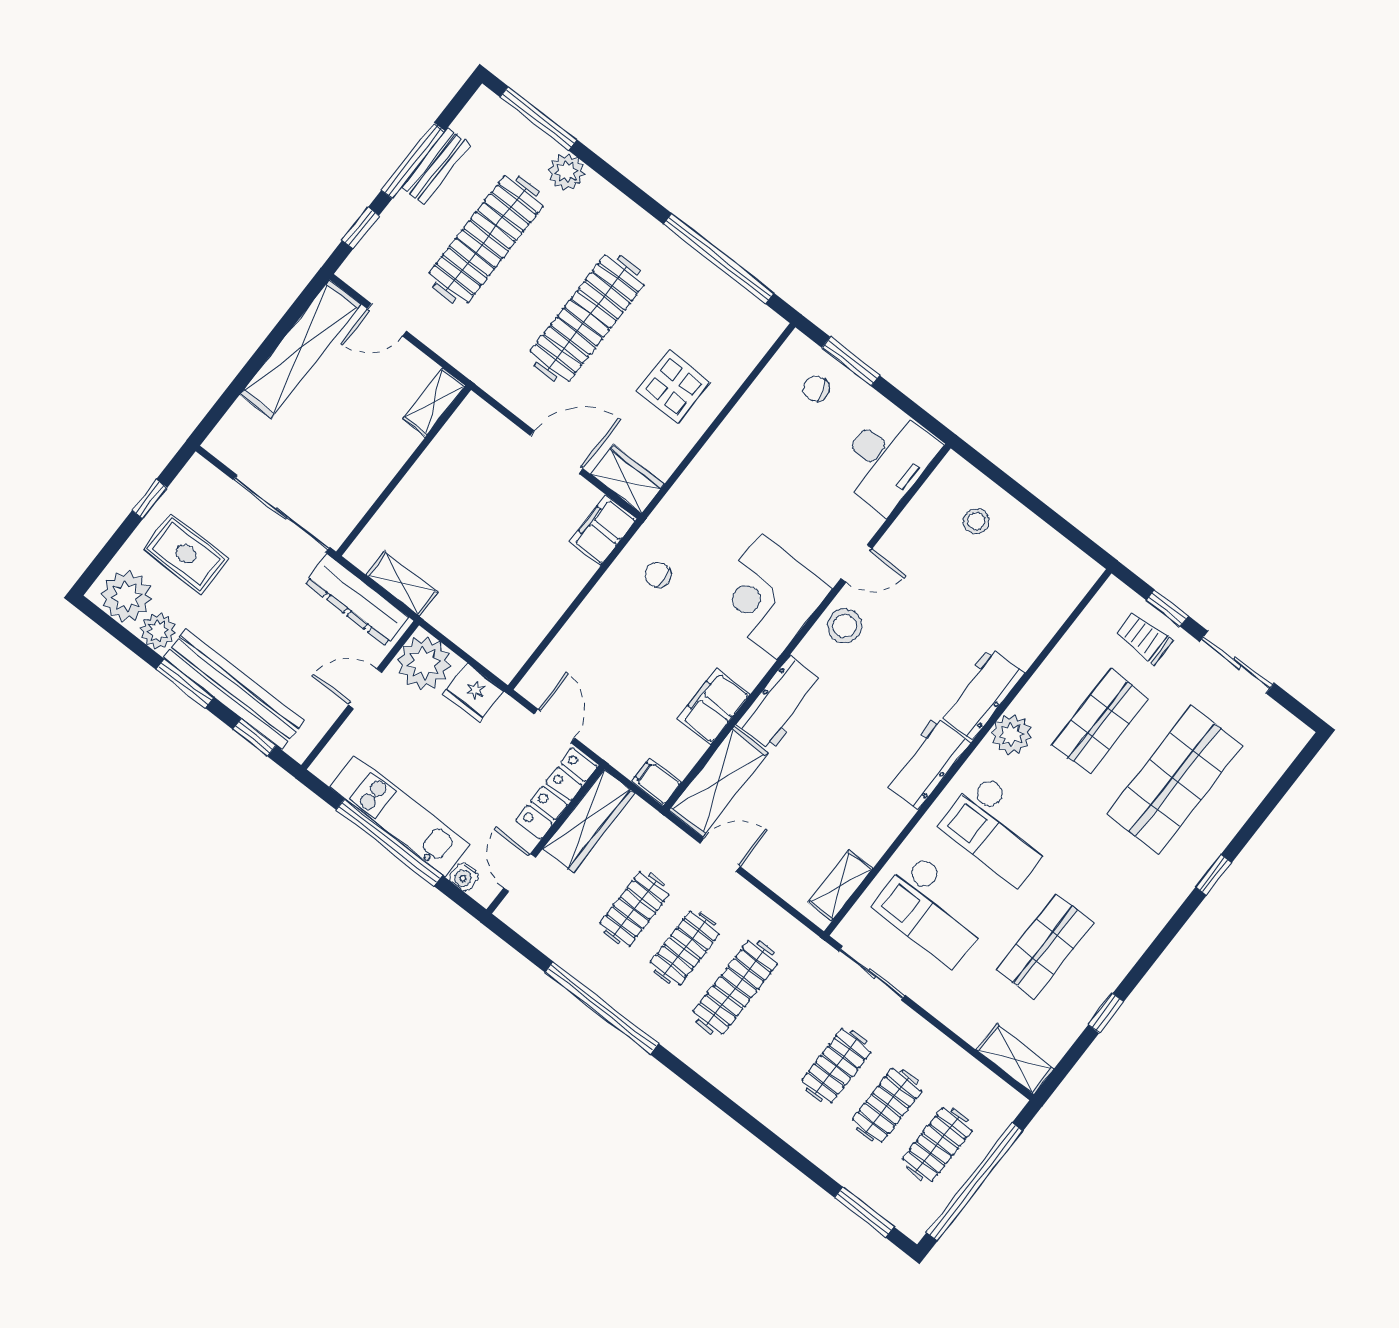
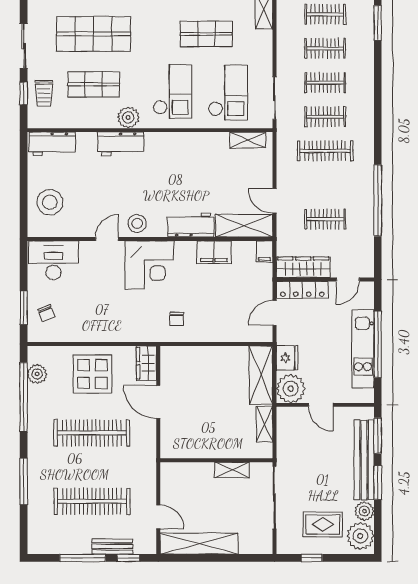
window: (538, 118) -> (24, 481), moved
bench: (436, 166) -> (112, 547), moved
plant: (566, 172) -> (37, 374), moved
display table: (673, 387) -> (92, 374), width x1.36, depth x1.36
shelving: (434, 402) -> (232, 470), moved
stool: (976, 521) -> (50, 202), width x1.89, depth x1.89
filing cabinet: (603, 530) -> (176, 356), removed
rug: (186, 554) -> (323, 525), turned 90
door: (856, 564) -> (107, 239), hinge flipped
dresser: (357, 600) -> (286, 438), removed
shelving: (478, 634) -> (261, 375), added
window: (254, 737) -> (378, 436), width x1.50
workbench: (927, 763) -> (52, 144), moved
water cooler: (464, 877) -> (368, 301), removed
clothes rail: (685, 948) -> (325, 117), moved

